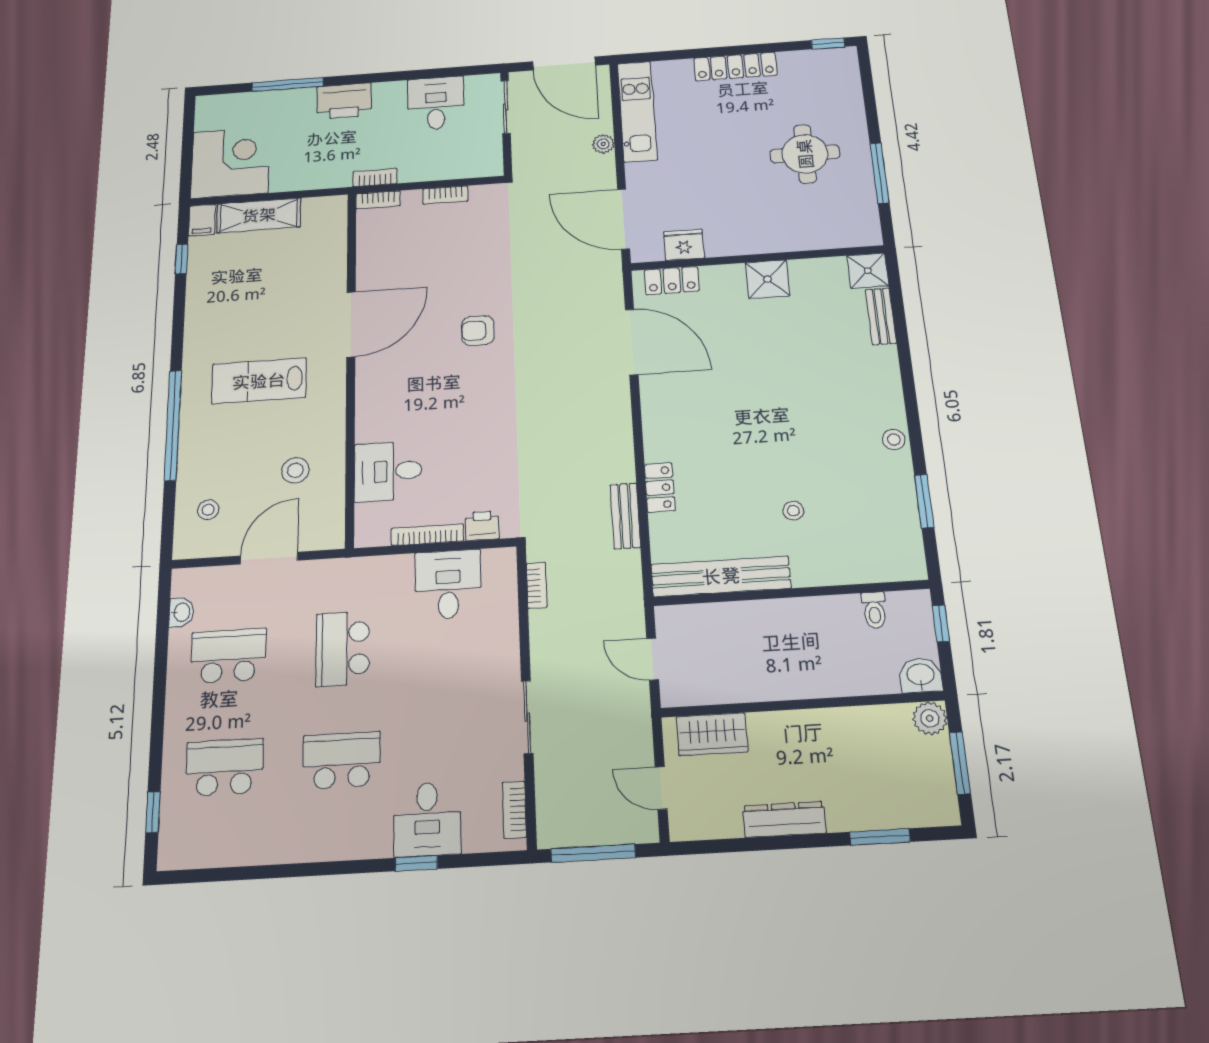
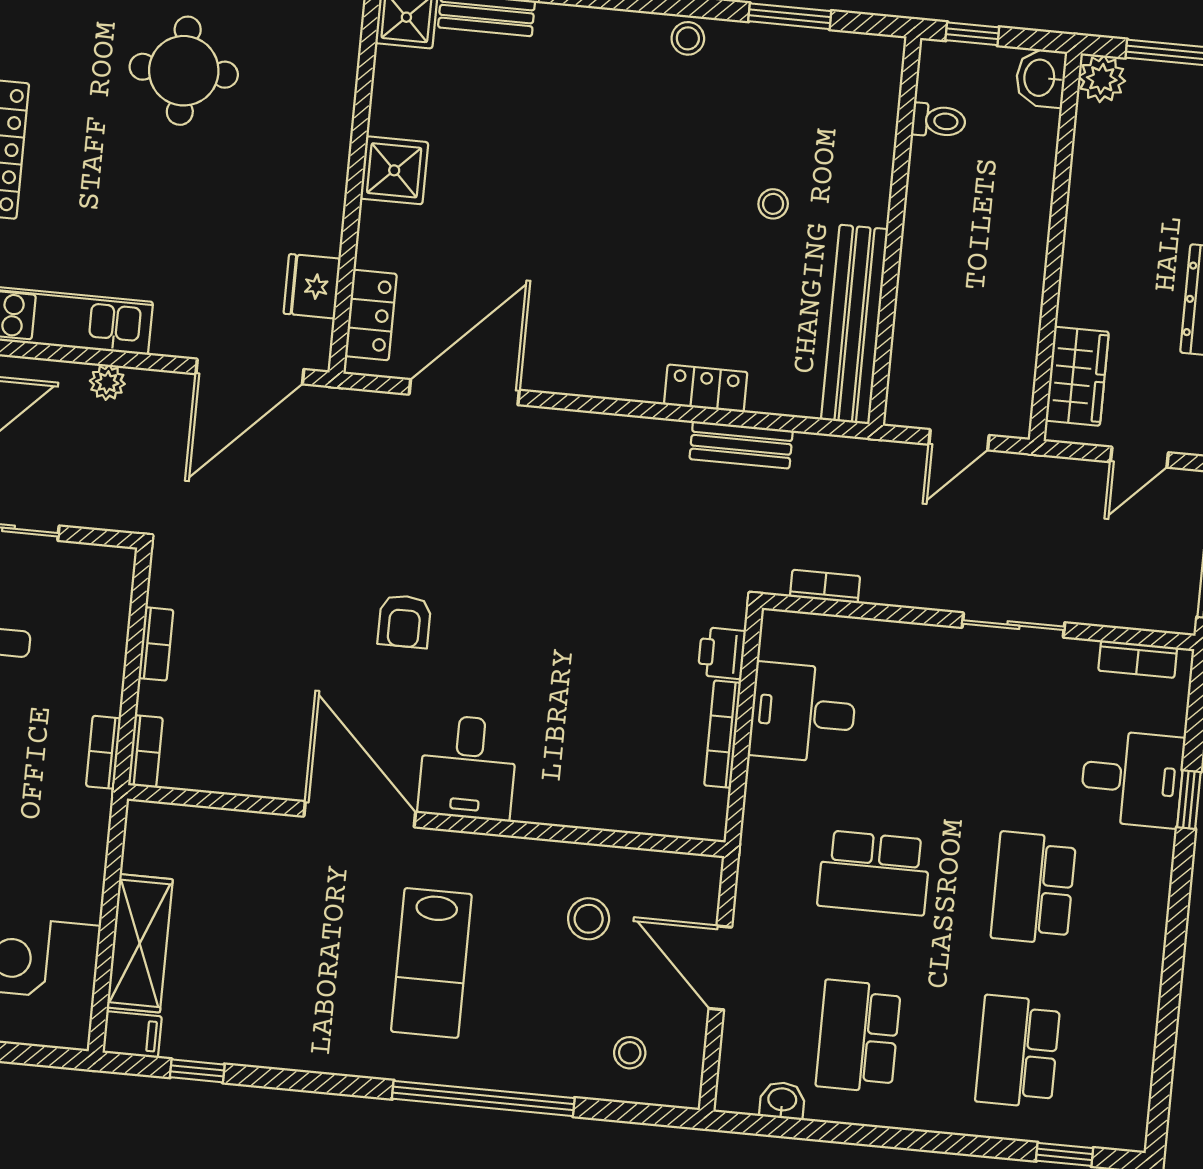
desk: (388, 471) -> (468, 768), moved

